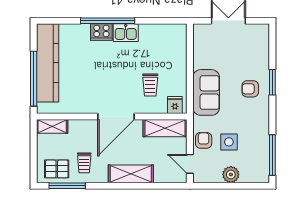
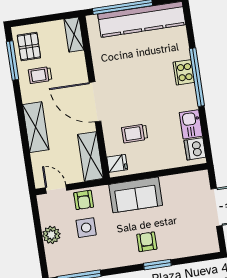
dishwasher: (172, 32) -> (195, 149), added
kitchen sink: (126, 33) -> (191, 124), moved
armchair: (204, 140) -> (84, 200), turned 90
door: (190, 164) -> (56, 189), hinge flipped

